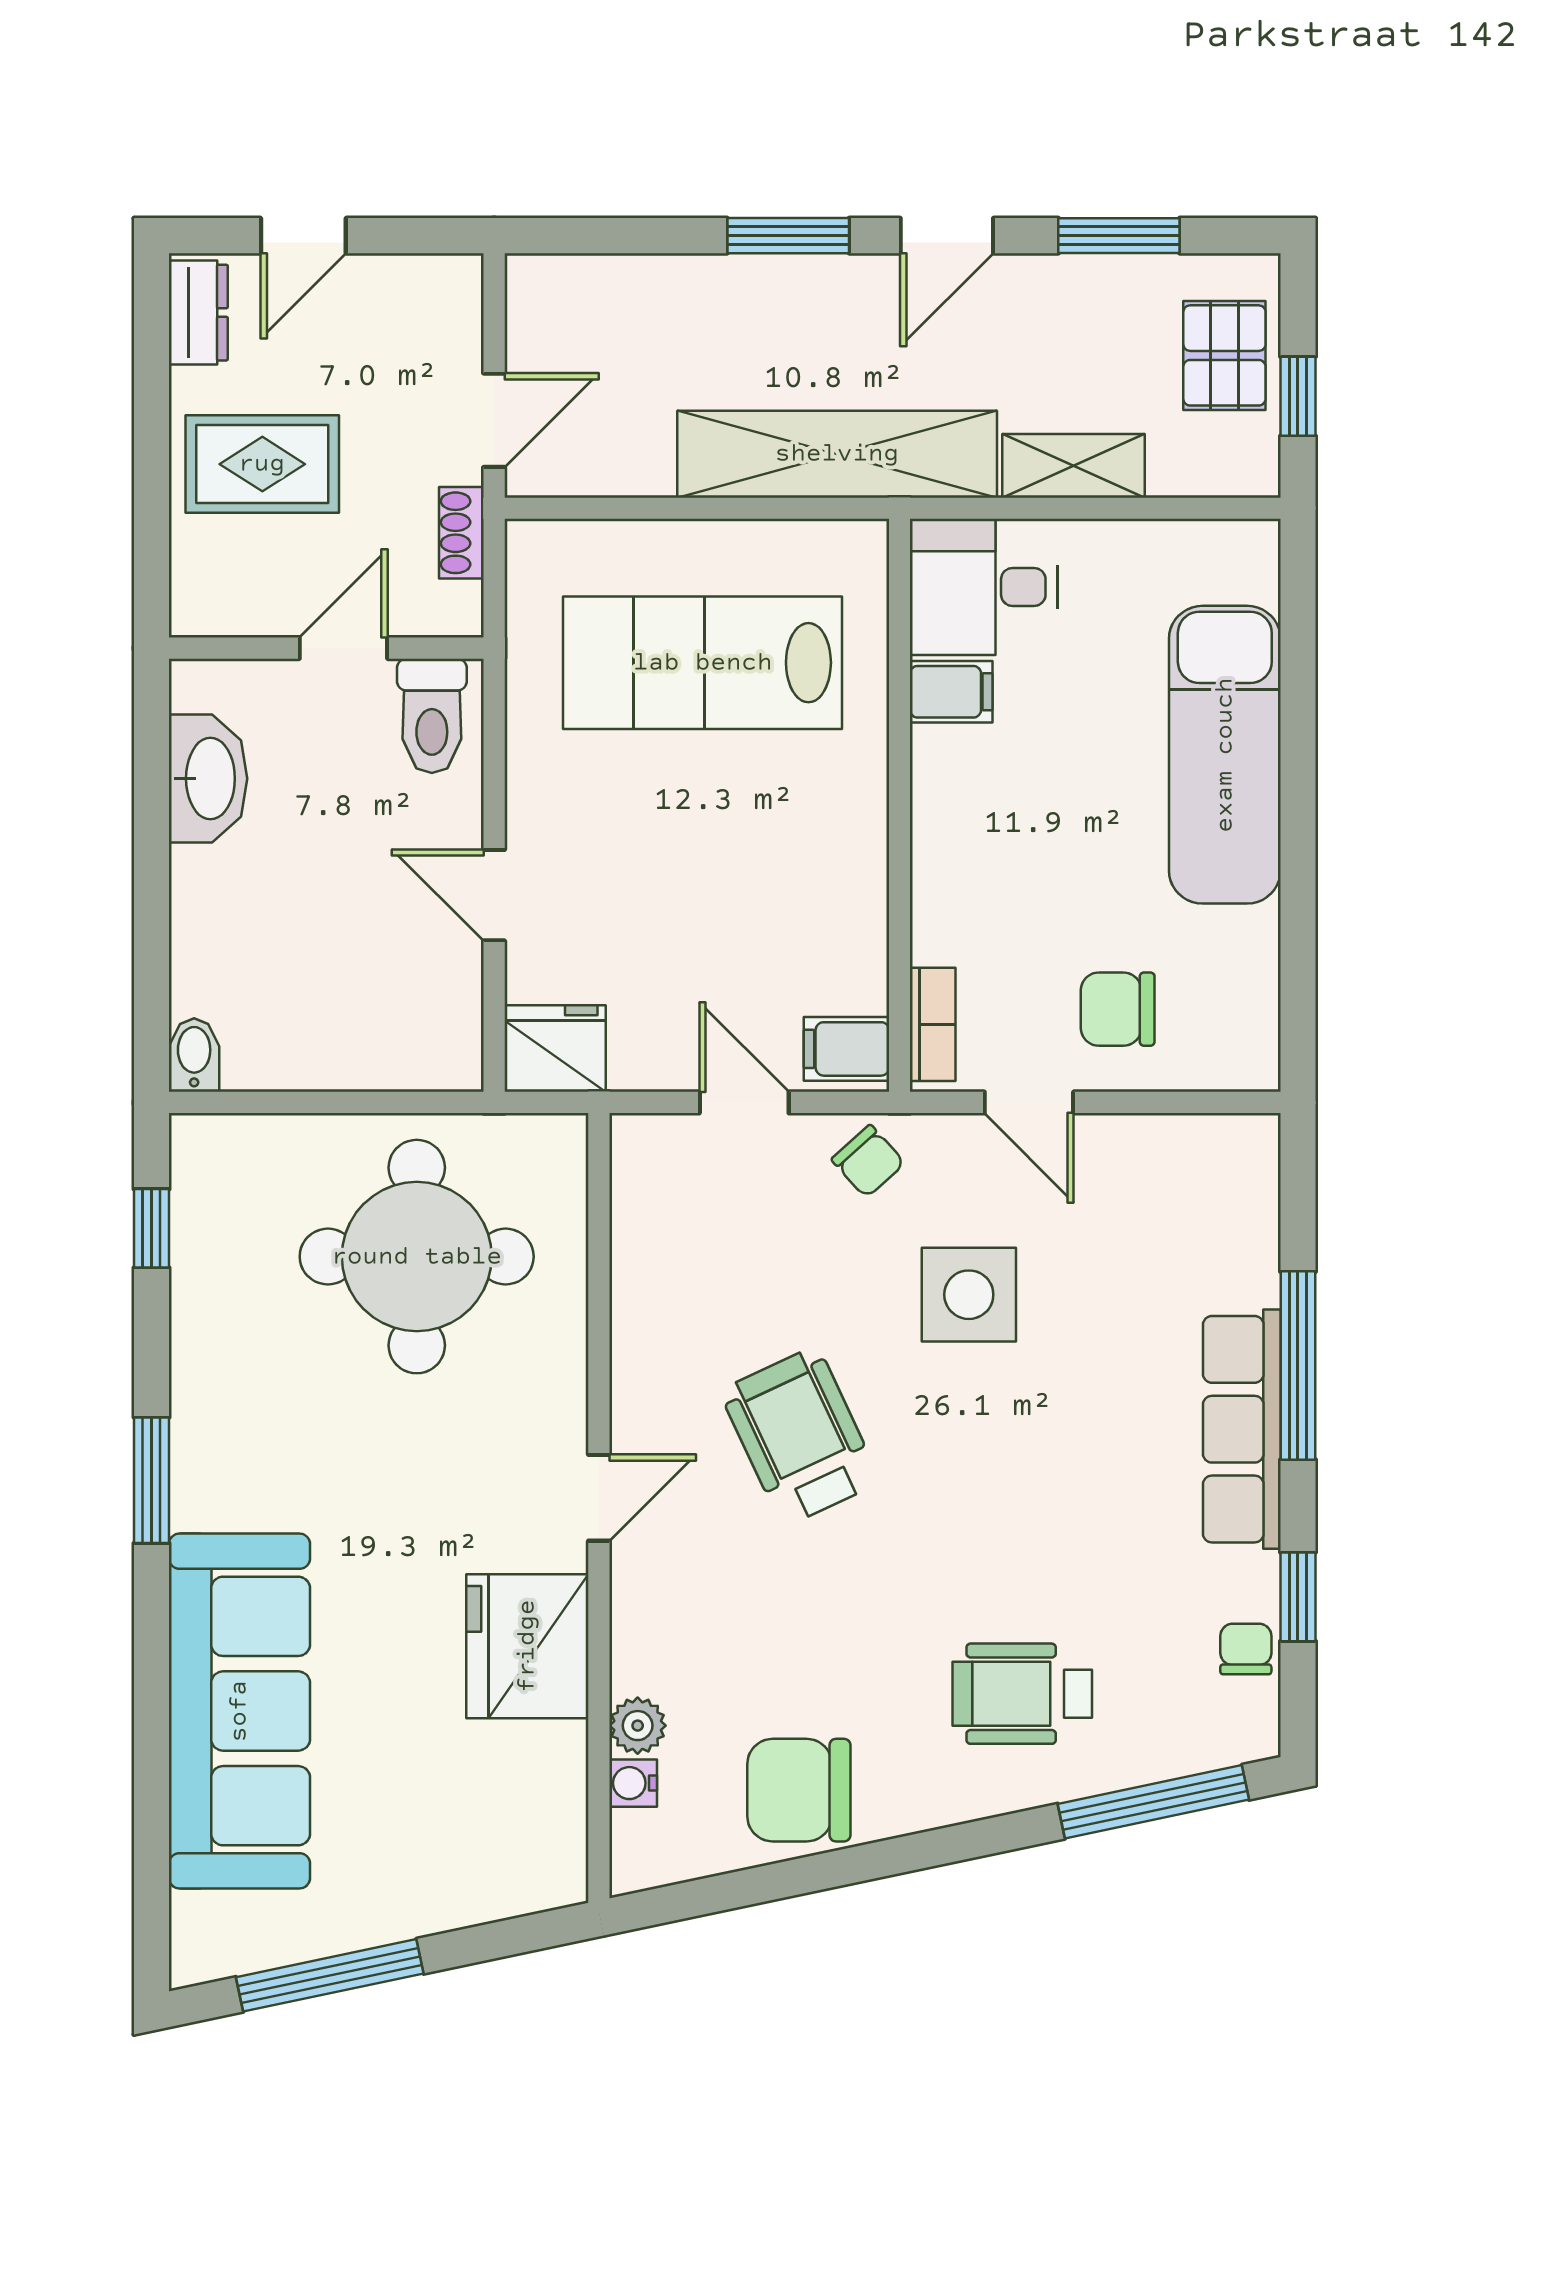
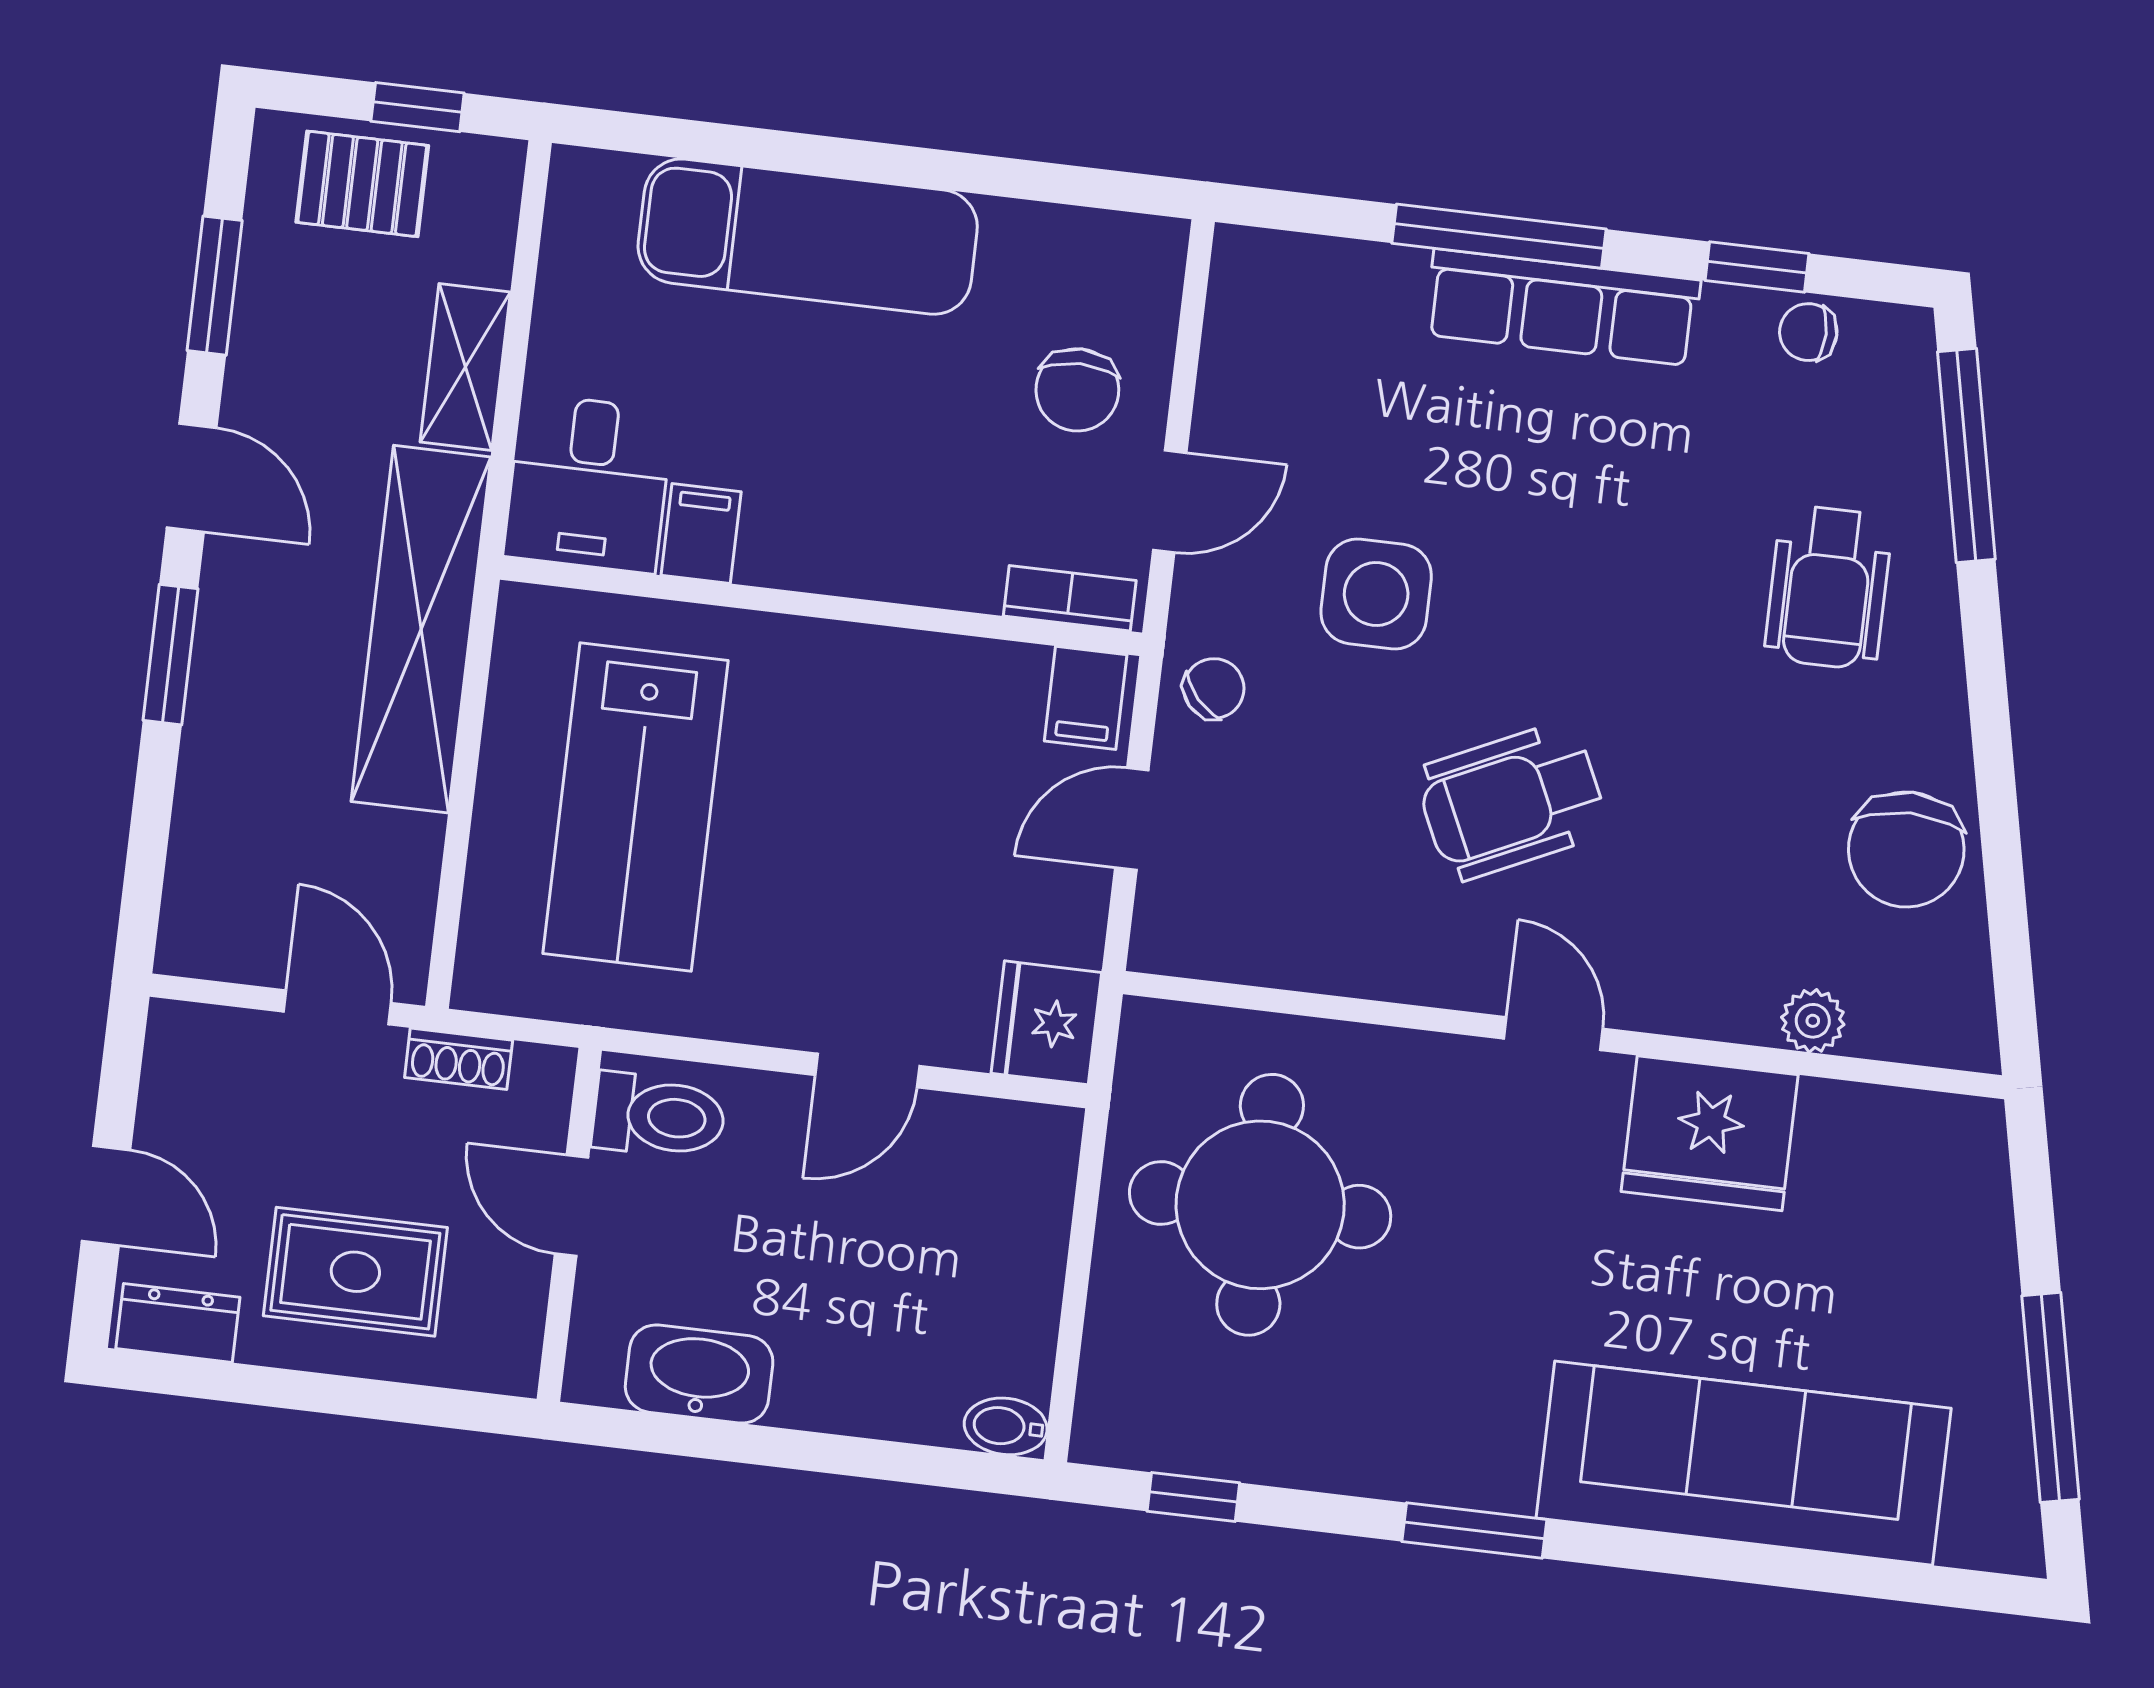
rug: (262, 464) -> (355, 1272), turned 90
water cooler: (633, 1783) -> (1876, 1033), removed

